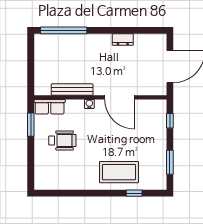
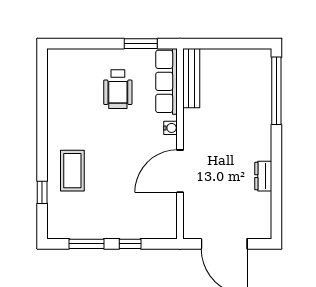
bench: (72, 90) -> (191, 78), moved
row of seats: (50, 107) -> (167, 81), width x1.48
window: (170, 121) -> (130, 244), moved
coffee table: (119, 172) -> (72, 171), width x0.73, depth x0.76

